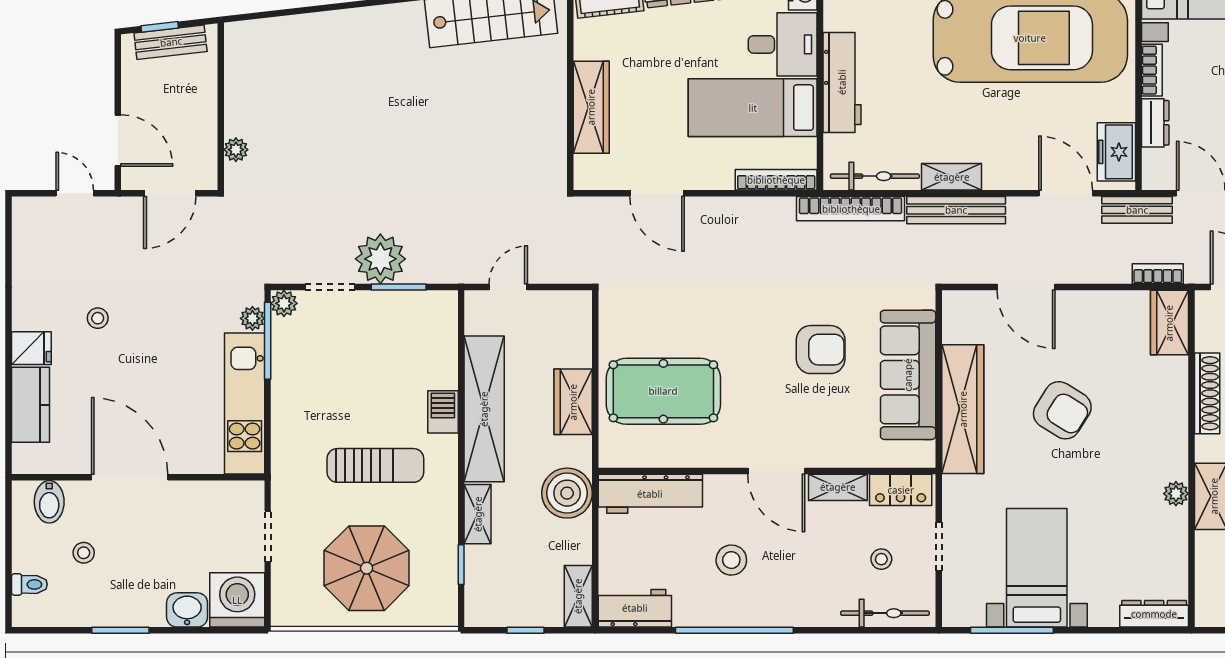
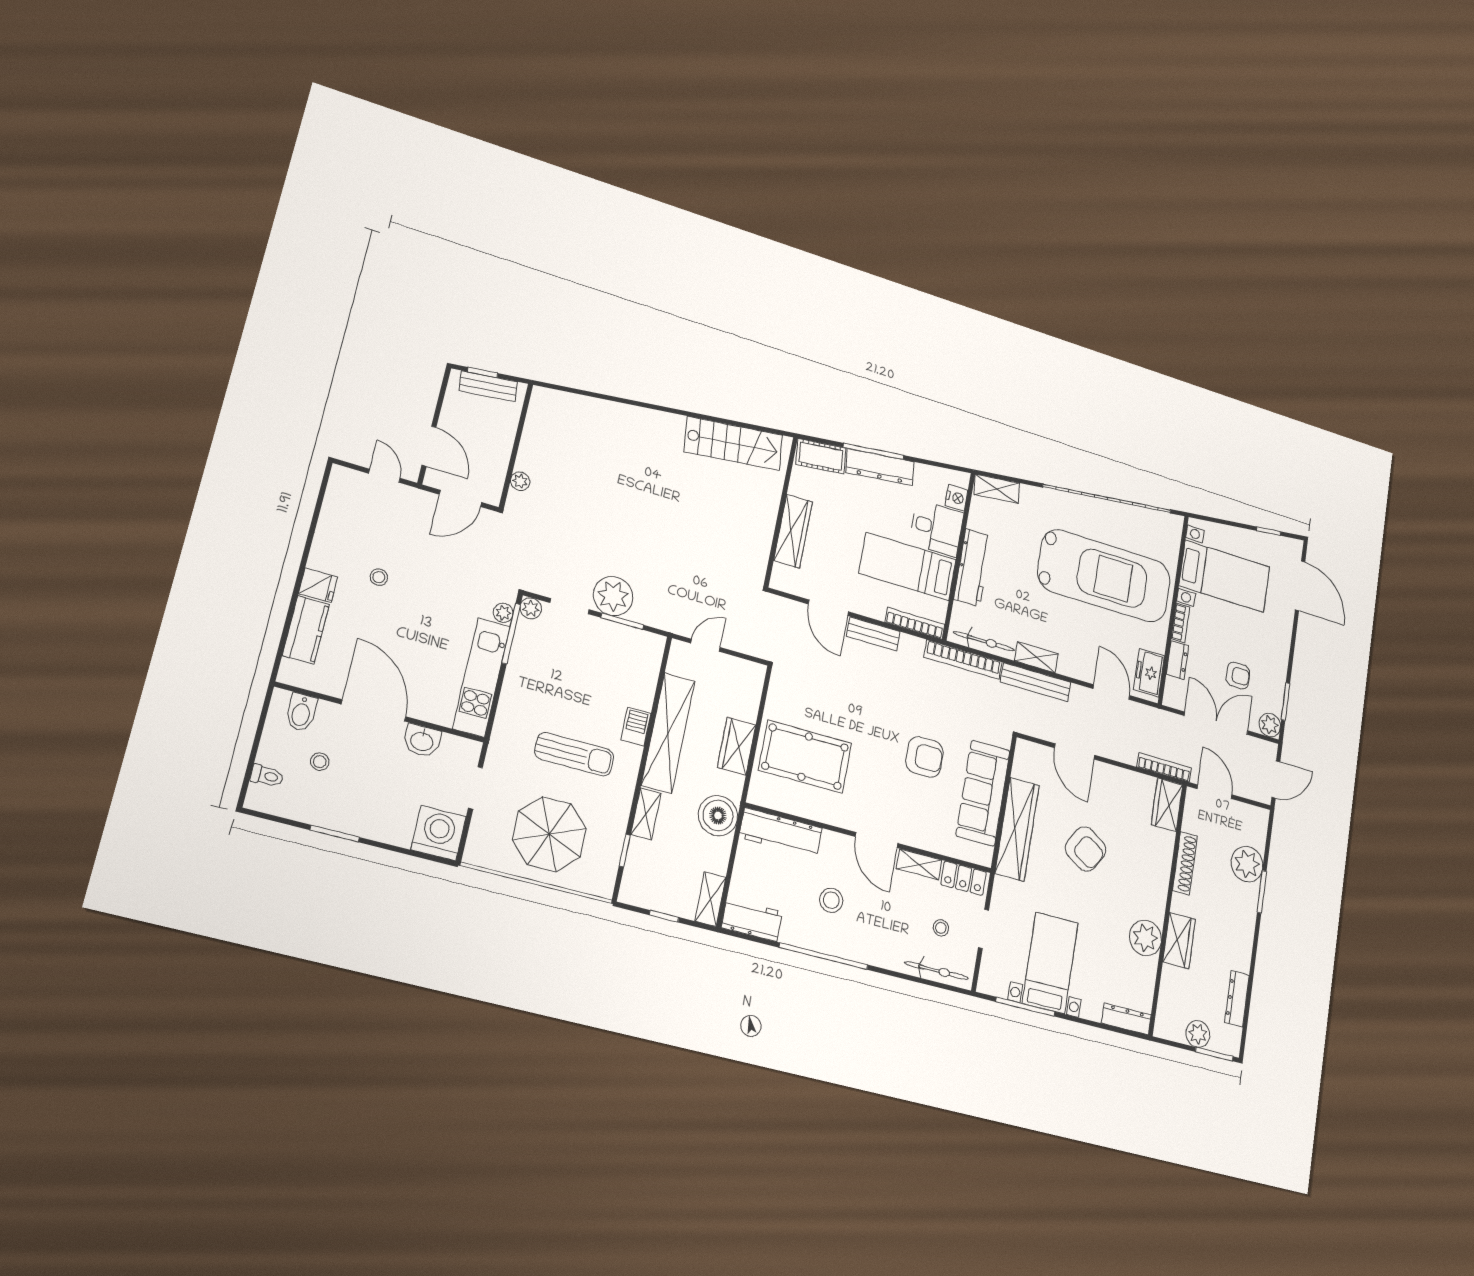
bench: (1137, 210) -> (873, 634), moved
bookcase: (1158, 274) -> (1164, 767), width x1.56
plant: (1176, 494) -> (1145, 938), width x1.87, depth x1.87
washbasin: (187, 610) -> (422, 741), moved, turned 180

